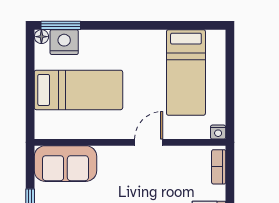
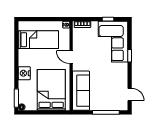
nightstand: (64, 42) -> (24, 73), moved
bed: (78, 90) -> (51, 90), width x1.50
sofa: (65, 164) -> (81, 91), width x1.36

